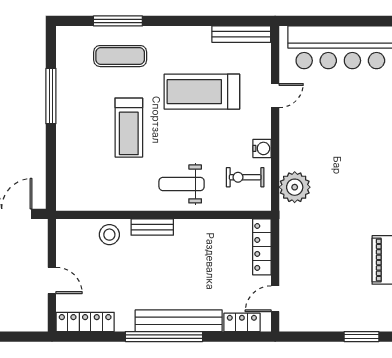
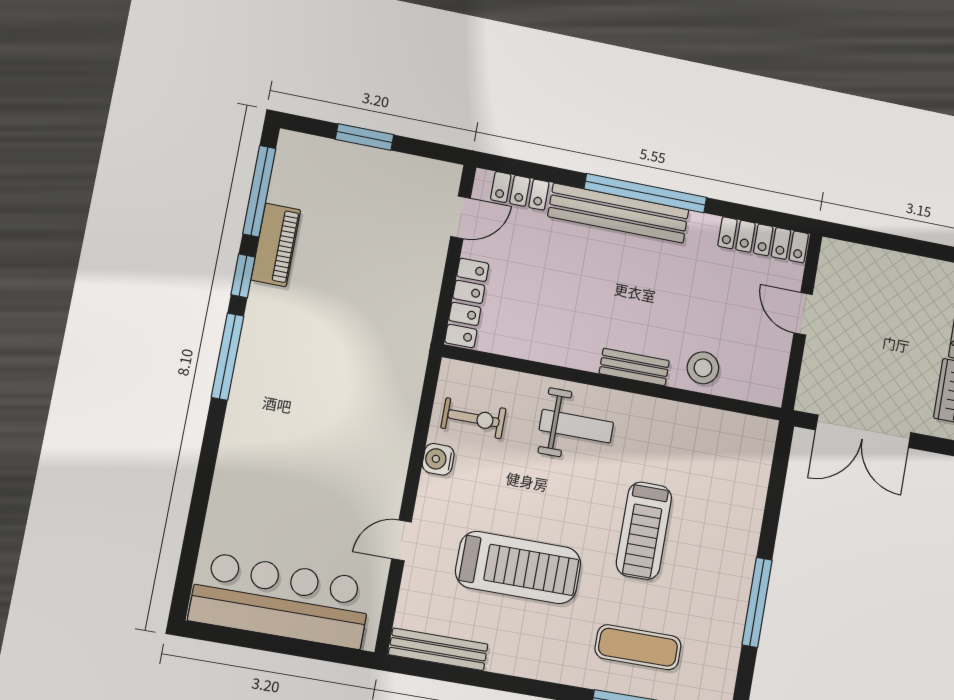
treadmill: (129, 128) -> (644, 531), turned 180
plant: (295, 187) -> (397, 388), removed
window: (361, 337) -> (364, 137), moved

